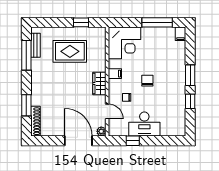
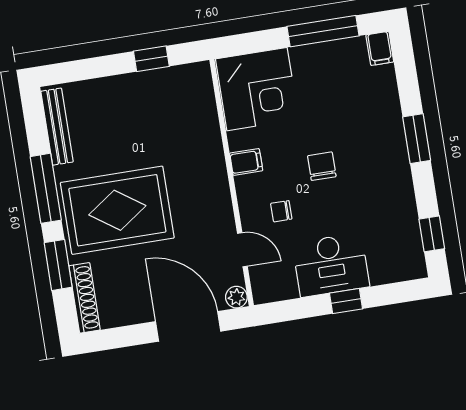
bench: (36, 45) -> (57, 127), width x1.36
rug: (70, 51) -> (117, 210), moved, width x1.37, depth x1.44
window: (26, 55) -> (46, 188), moved
wardrobe: (99, 84) -> (215, 190), removed
window: (190, 101) -> (432, 234), moved
window: (133, 141) -> (346, 301), moved

